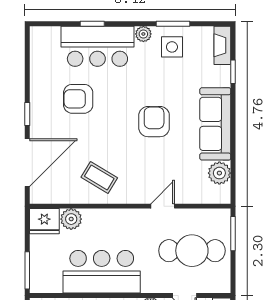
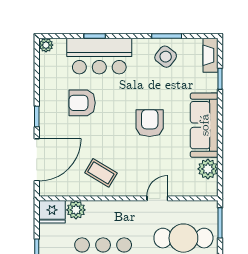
plant: (143, 34) -> (46, 45), moved
side table: (172, 47) -> (166, 57), turned 38

